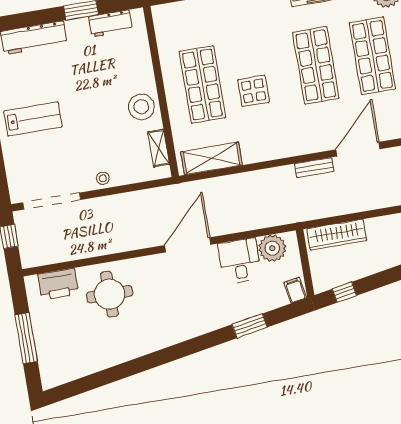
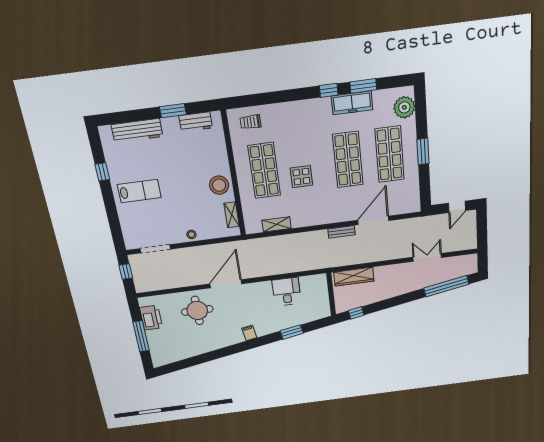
trolley: (183, 21) -> (250, 122), added
shelving: (212, 158) -> (277, 224), width x0.67, depth x0.75
doorway: (52, 201) -> (155, 249), width x0.73
door: (188, 245) -> (226, 284), moved
plant: (272, 248) -> (309, 284), removed
printer: (58, 284) -> (151, 318), moved, turned -90
filing cabinet: (295, 290) -> (249, 333), moved

